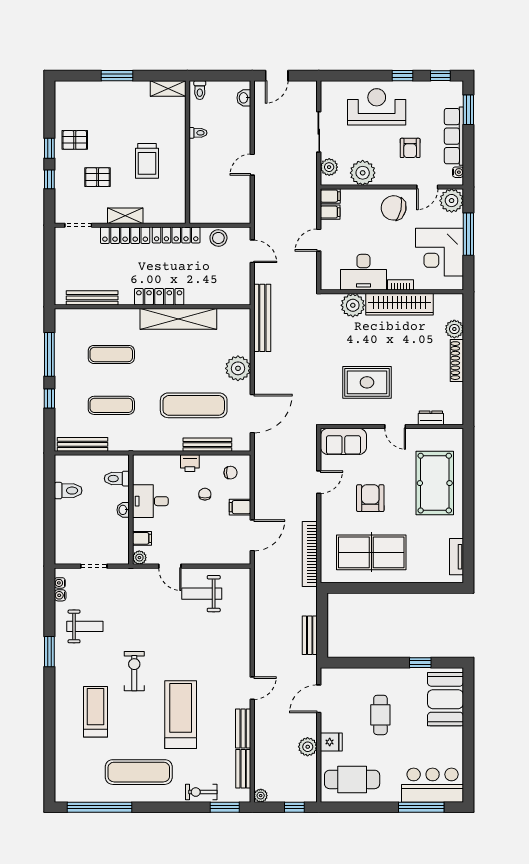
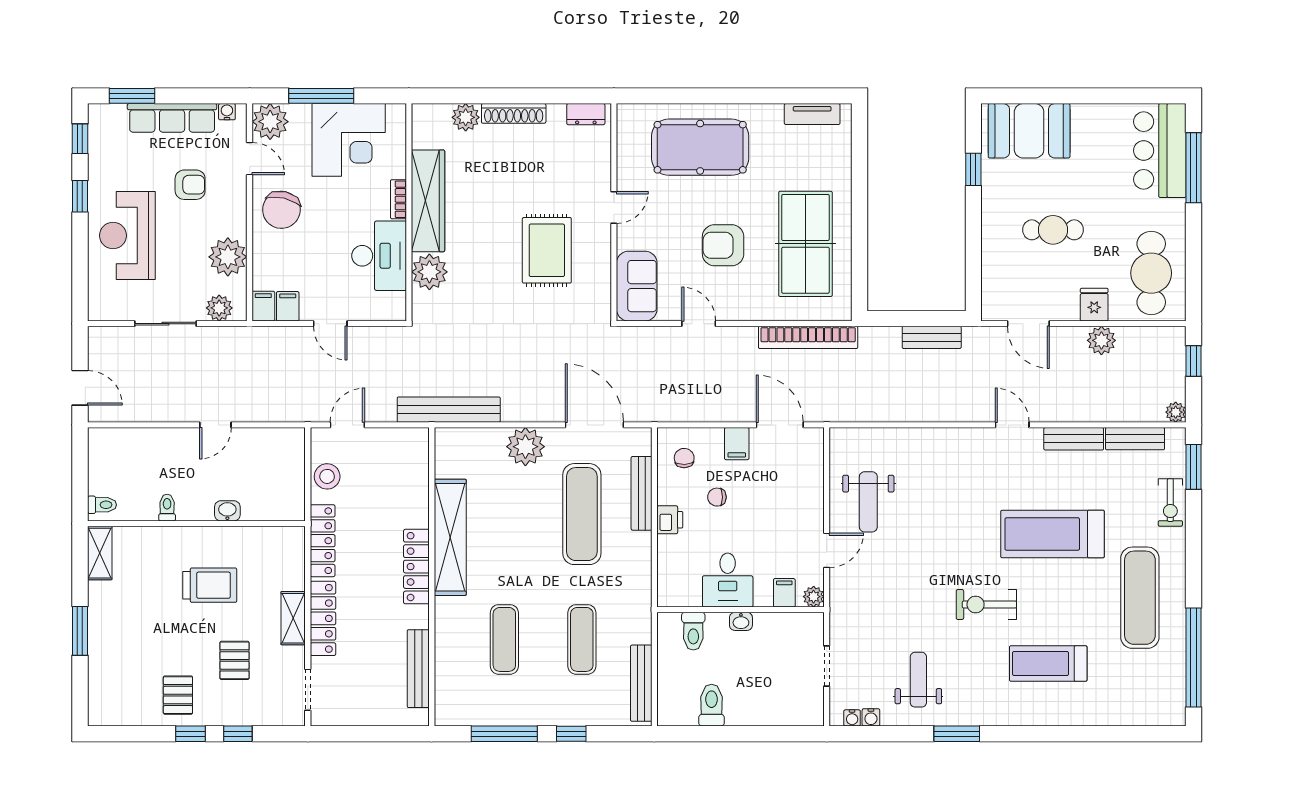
washbasin: (244, 98) -> (227, 511), moved, turned 180
door: (252, 165) -> (215, 425), hinge flipped
dresser: (431, 418) -> (586, 114), moved, turned -90

